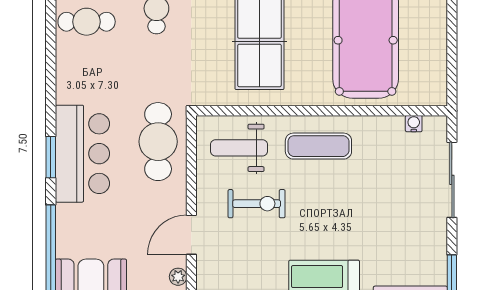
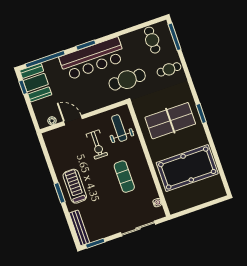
cafe table: (158, 142) -> (127, 80), moved
exercise mat: (318, 146) -> (124, 177), moved
bar counter: (82, 154) -> (92, 59), width x1.36

